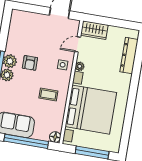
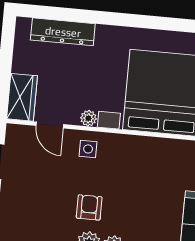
armchair: (30, 63) -> (89, 207), turned -90
coffee table: (48, 95) -> (143, 170), removed

